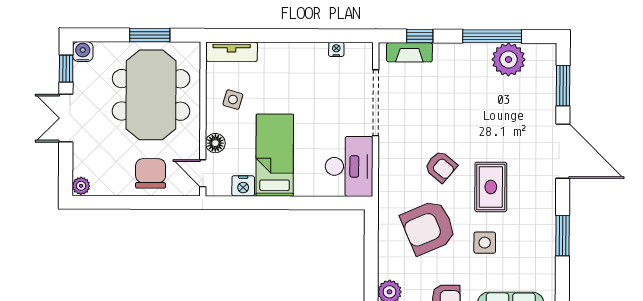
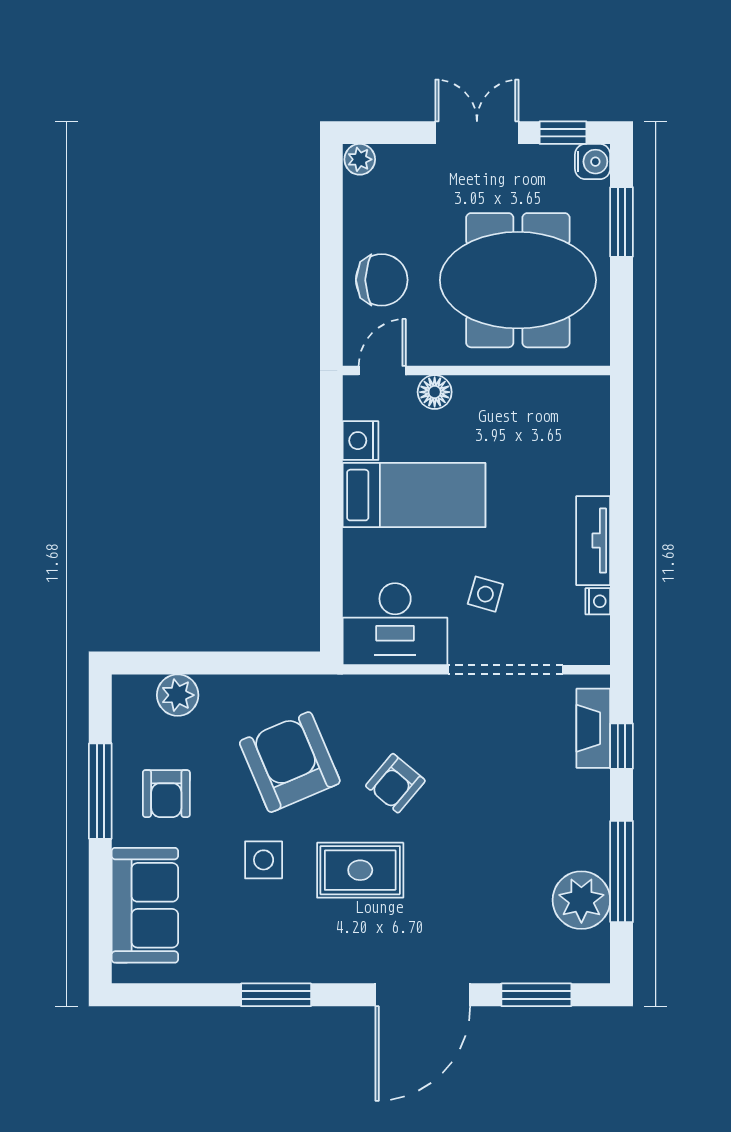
window: (150, 35) -> (622, 222), moved
tv unit: (232, 52) -> (593, 541), moved
side table: (233, 100) -> (485, 594), moved

